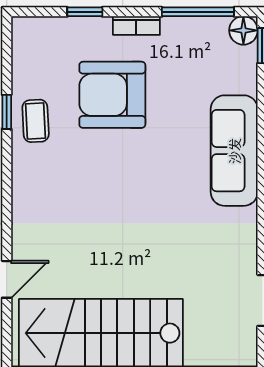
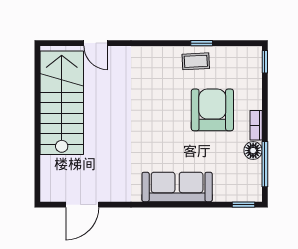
window: (85, 12) -> (265, 62), moved
floor lamp: (243, 30) -> (253, 151), moved

